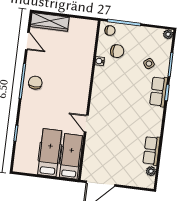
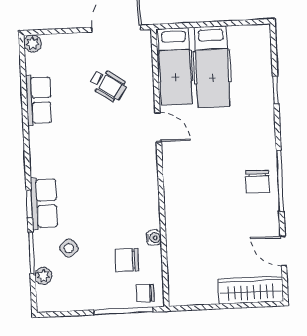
plant: (168, 34) -> (43, 276), moved
wheelchair: (111, 152) -> (108, 85), added
plant: (151, 171) -> (33, 43), moved

